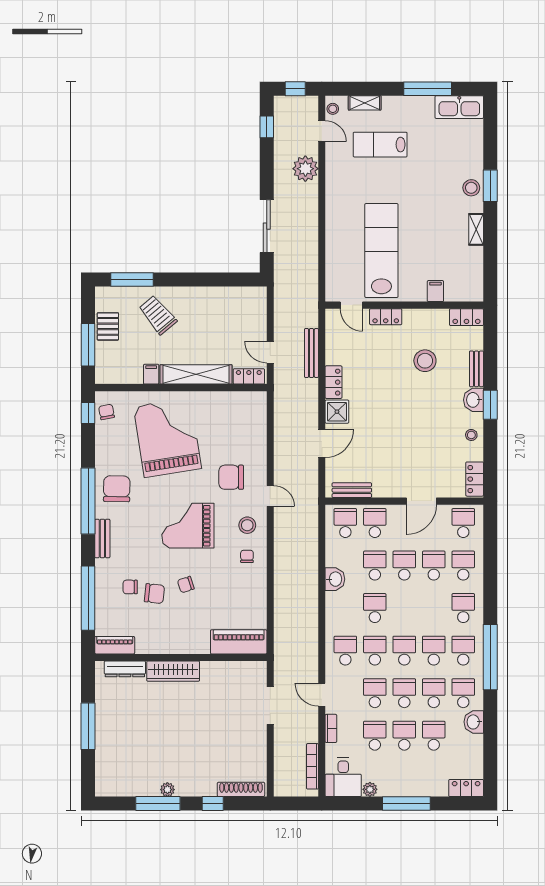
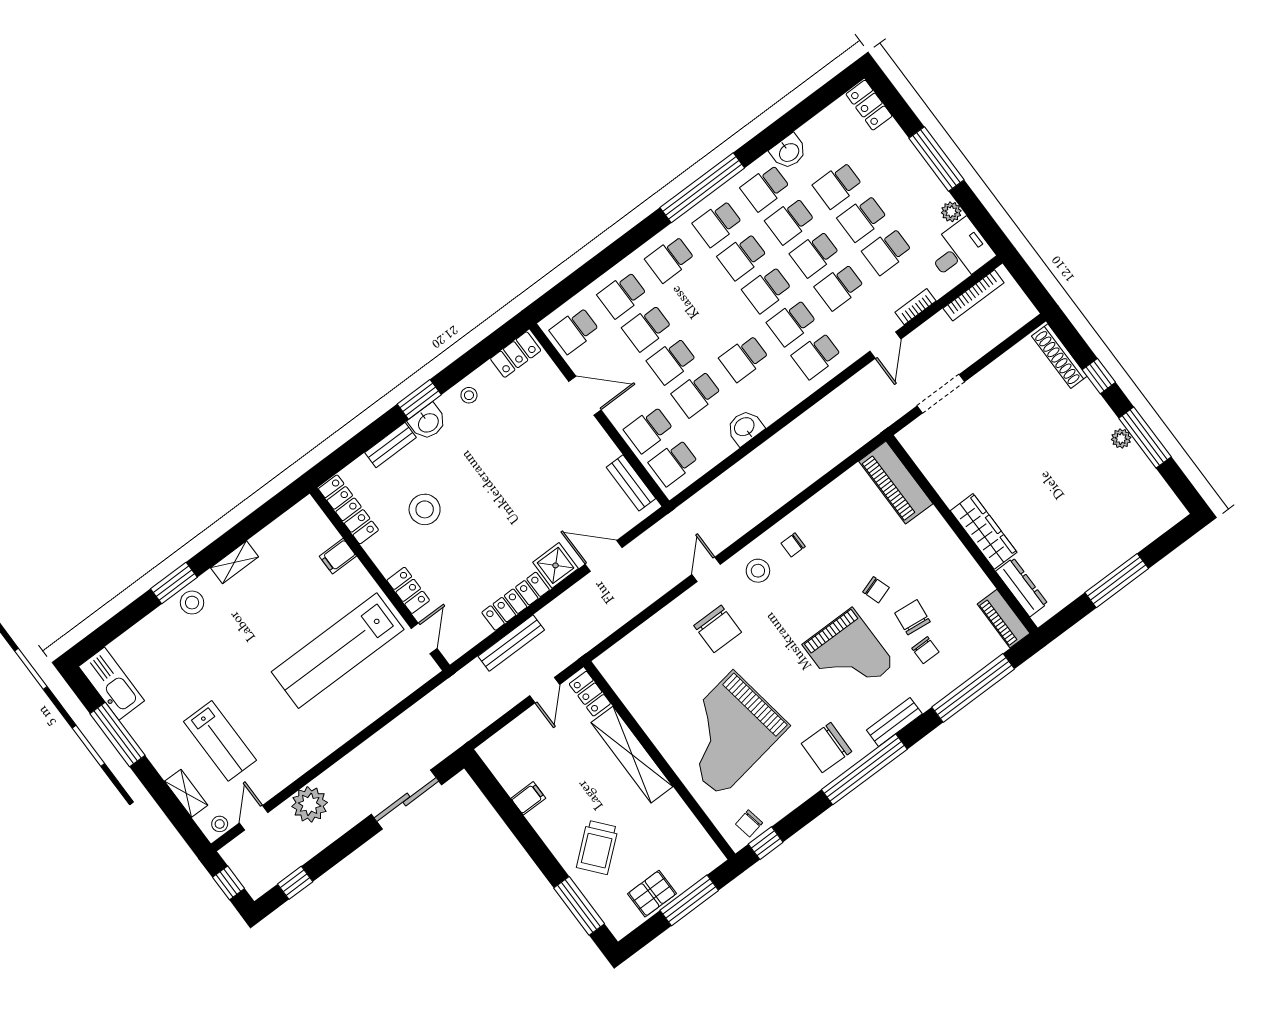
locker: (466, 317) -> (348, 509), width x1.53
filing cabinet: (151, 374) -> (528, 798), moved, turned 180
locker: (334, 382) -> (516, 601), width x1.53
grand piano: (188, 526) -> (849, 655), moved

